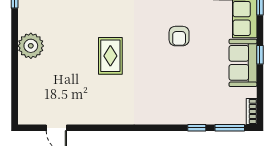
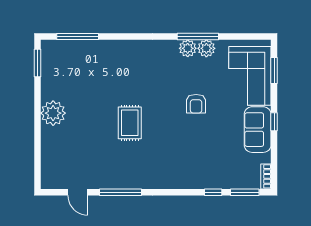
window: (101, 128) -> (120, 192), added

